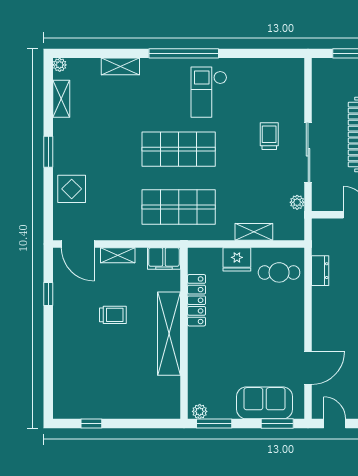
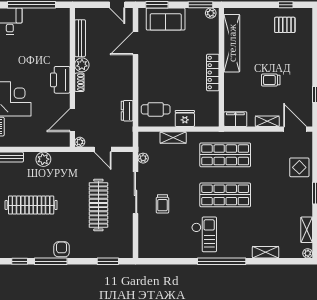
locker: (197, 300) -> (213, 73), moved
shelving: (169, 334) -> (232, 43), moved
pallet: (93, 394) -> (285, 25), added

